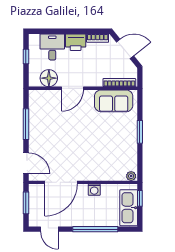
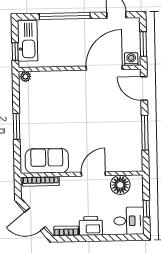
desk: (52, 47) -> (129, 221), moved, turned -90
washing machine: (94, 190) -> (131, 59), moved

